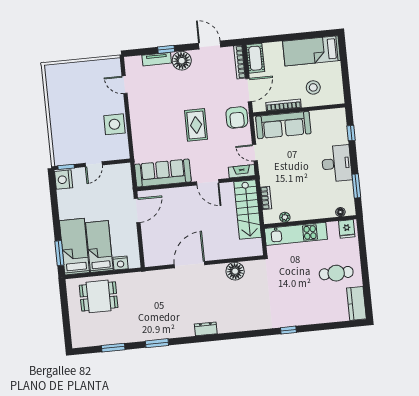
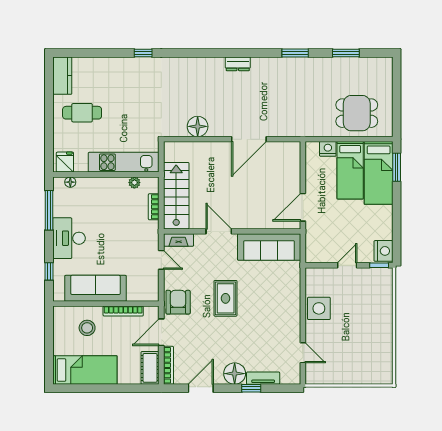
door: (210, 45) -> (201, 388), swing flipped
sofa: (283, 125) -> (96, 288), moved
window: (356, 186) -> (49, 210), width x1.44

